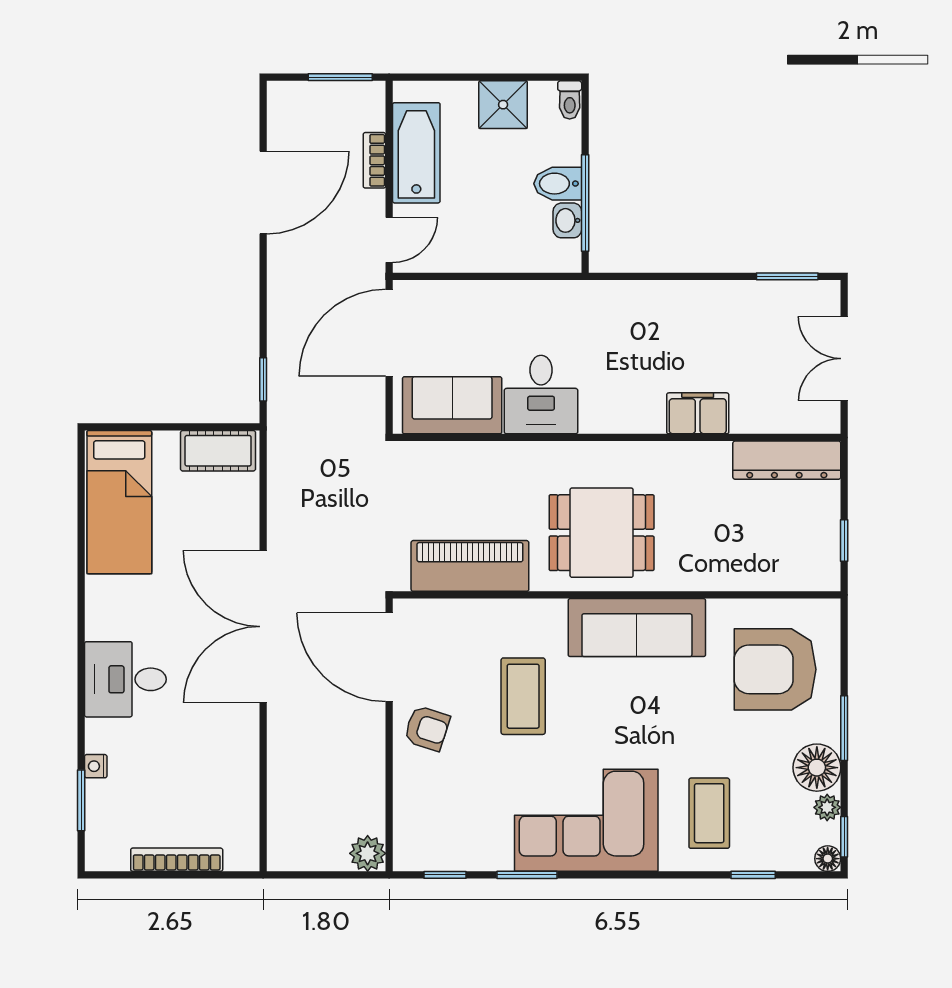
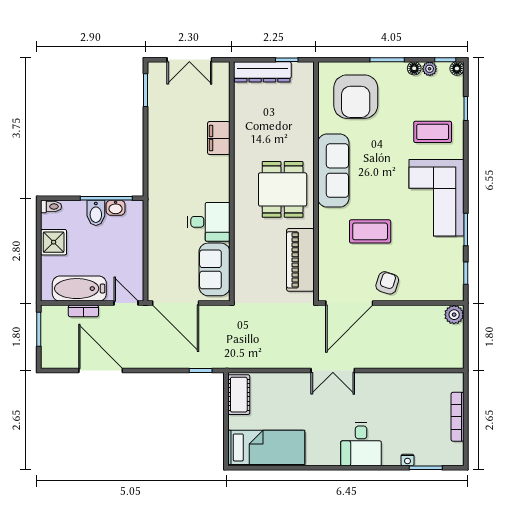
dresser: (787, 460) -> (262, 72), moved, turned 90
double door: (263, 627) -> (333, 370), width x0.54
floor lamp: (817, 768) -> (414, 68), width x0.53, depth x0.53

